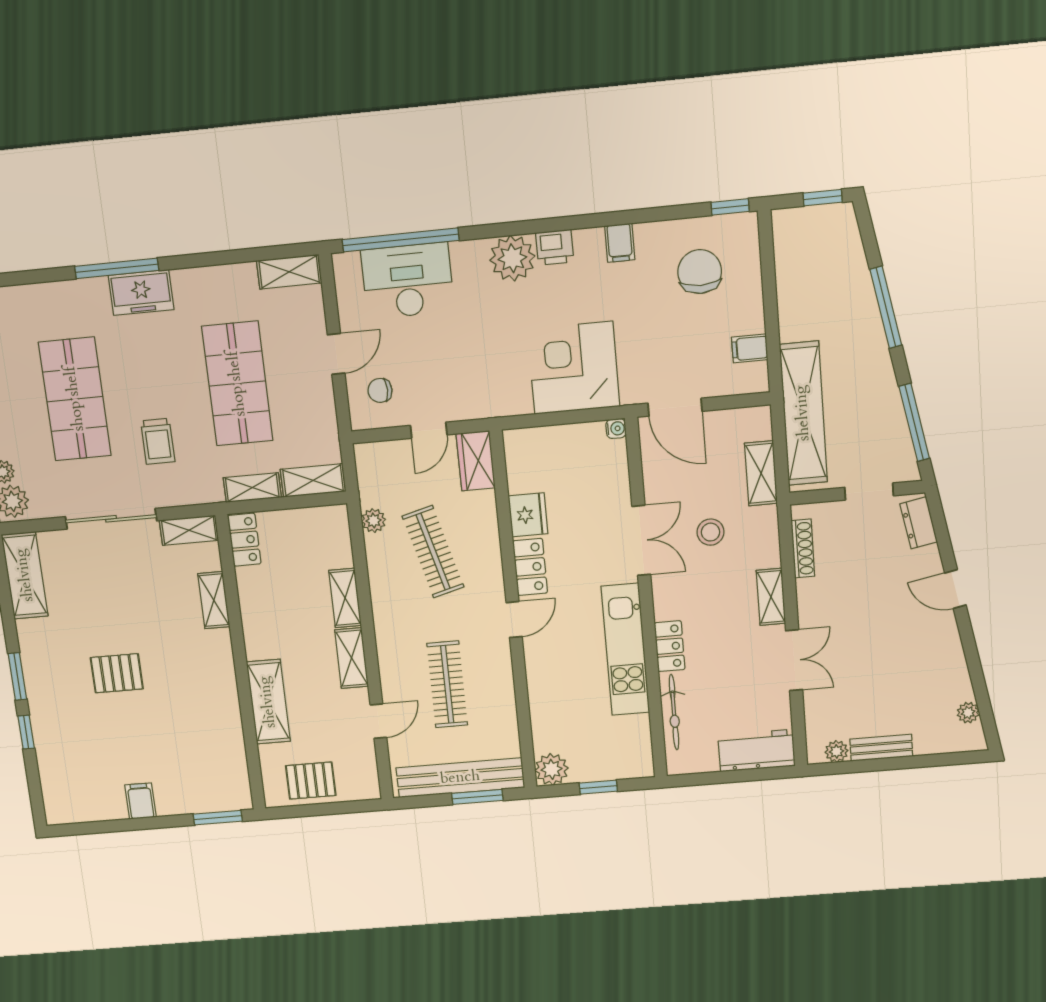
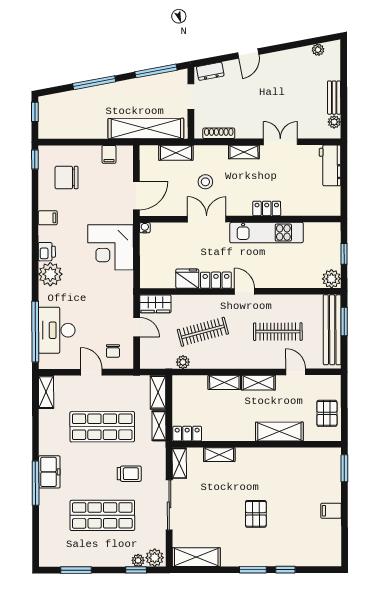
bicycle: (674, 712) -> (304, 209), removed

